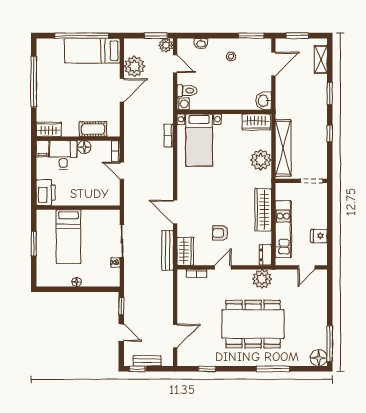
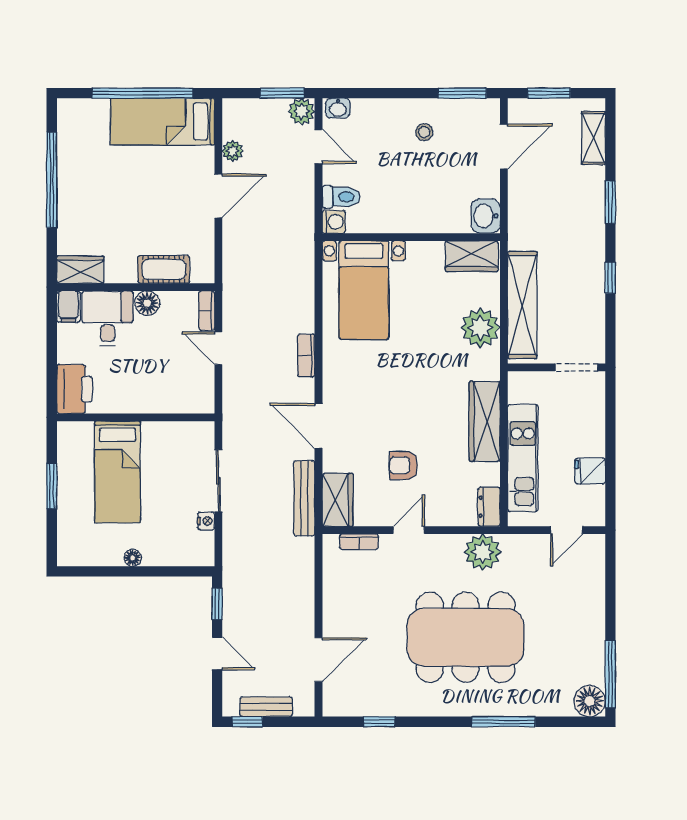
washbasin: (201, 44) -> (338, 108), moved
plant: (134, 66) -> (233, 151), width x0.53, depth x0.53
bookcase: (169, 136) -> (306, 355), moved

